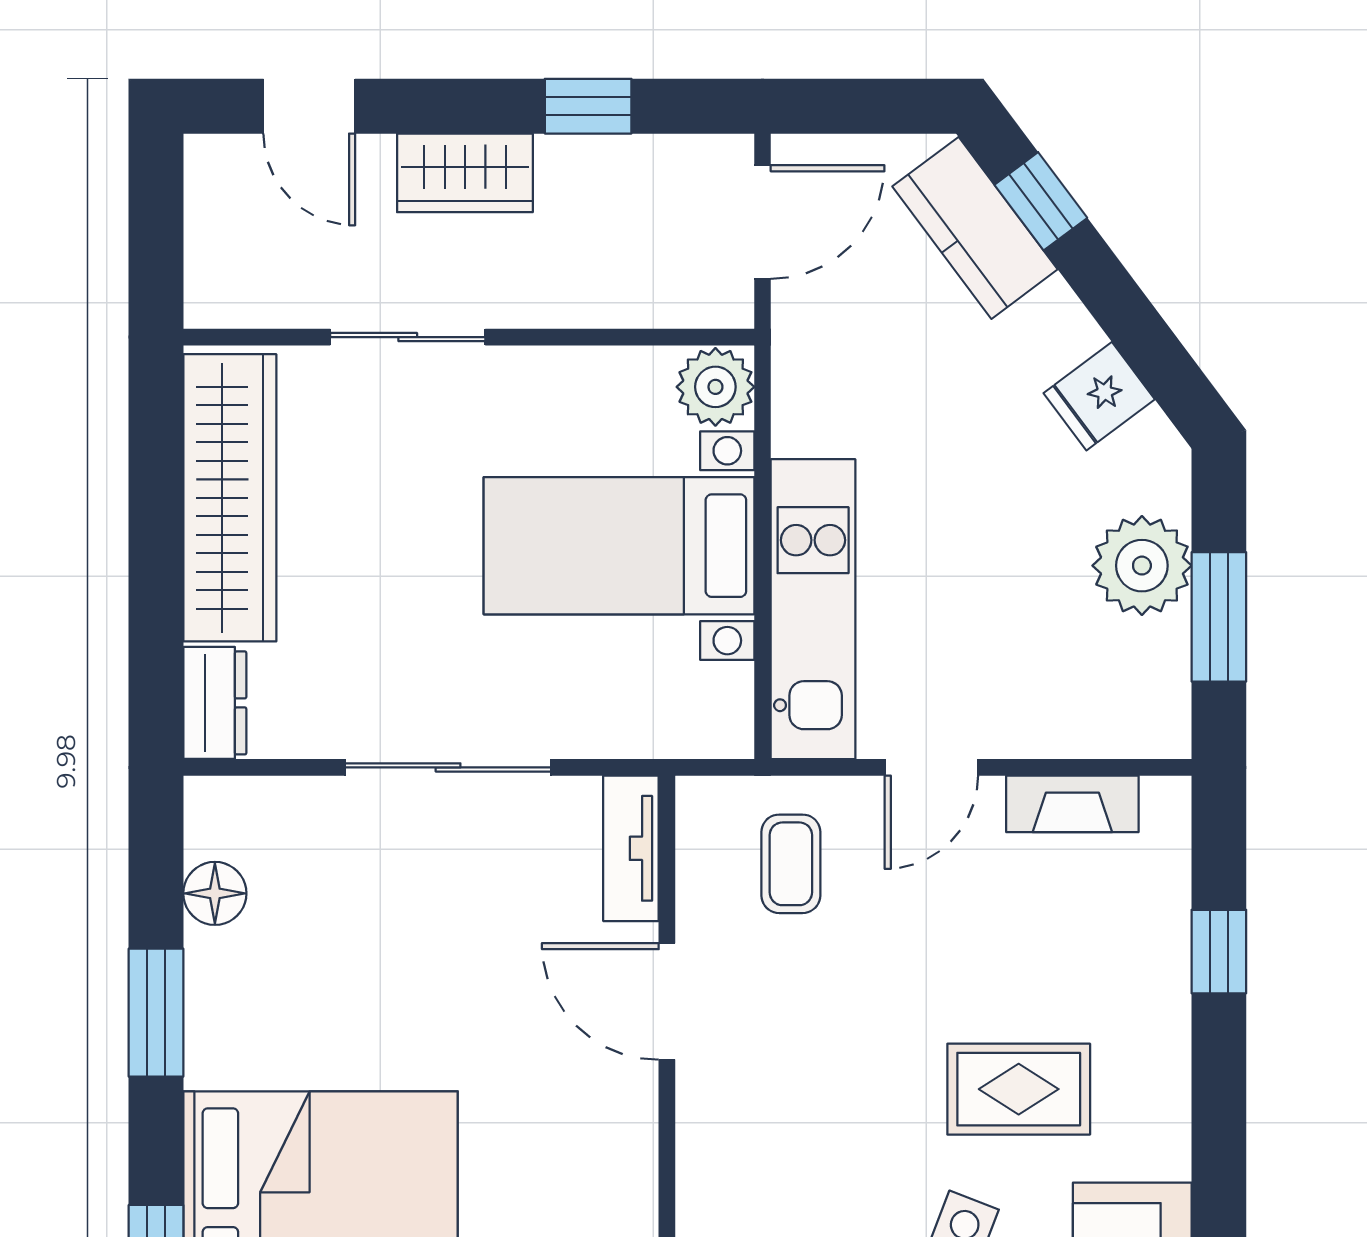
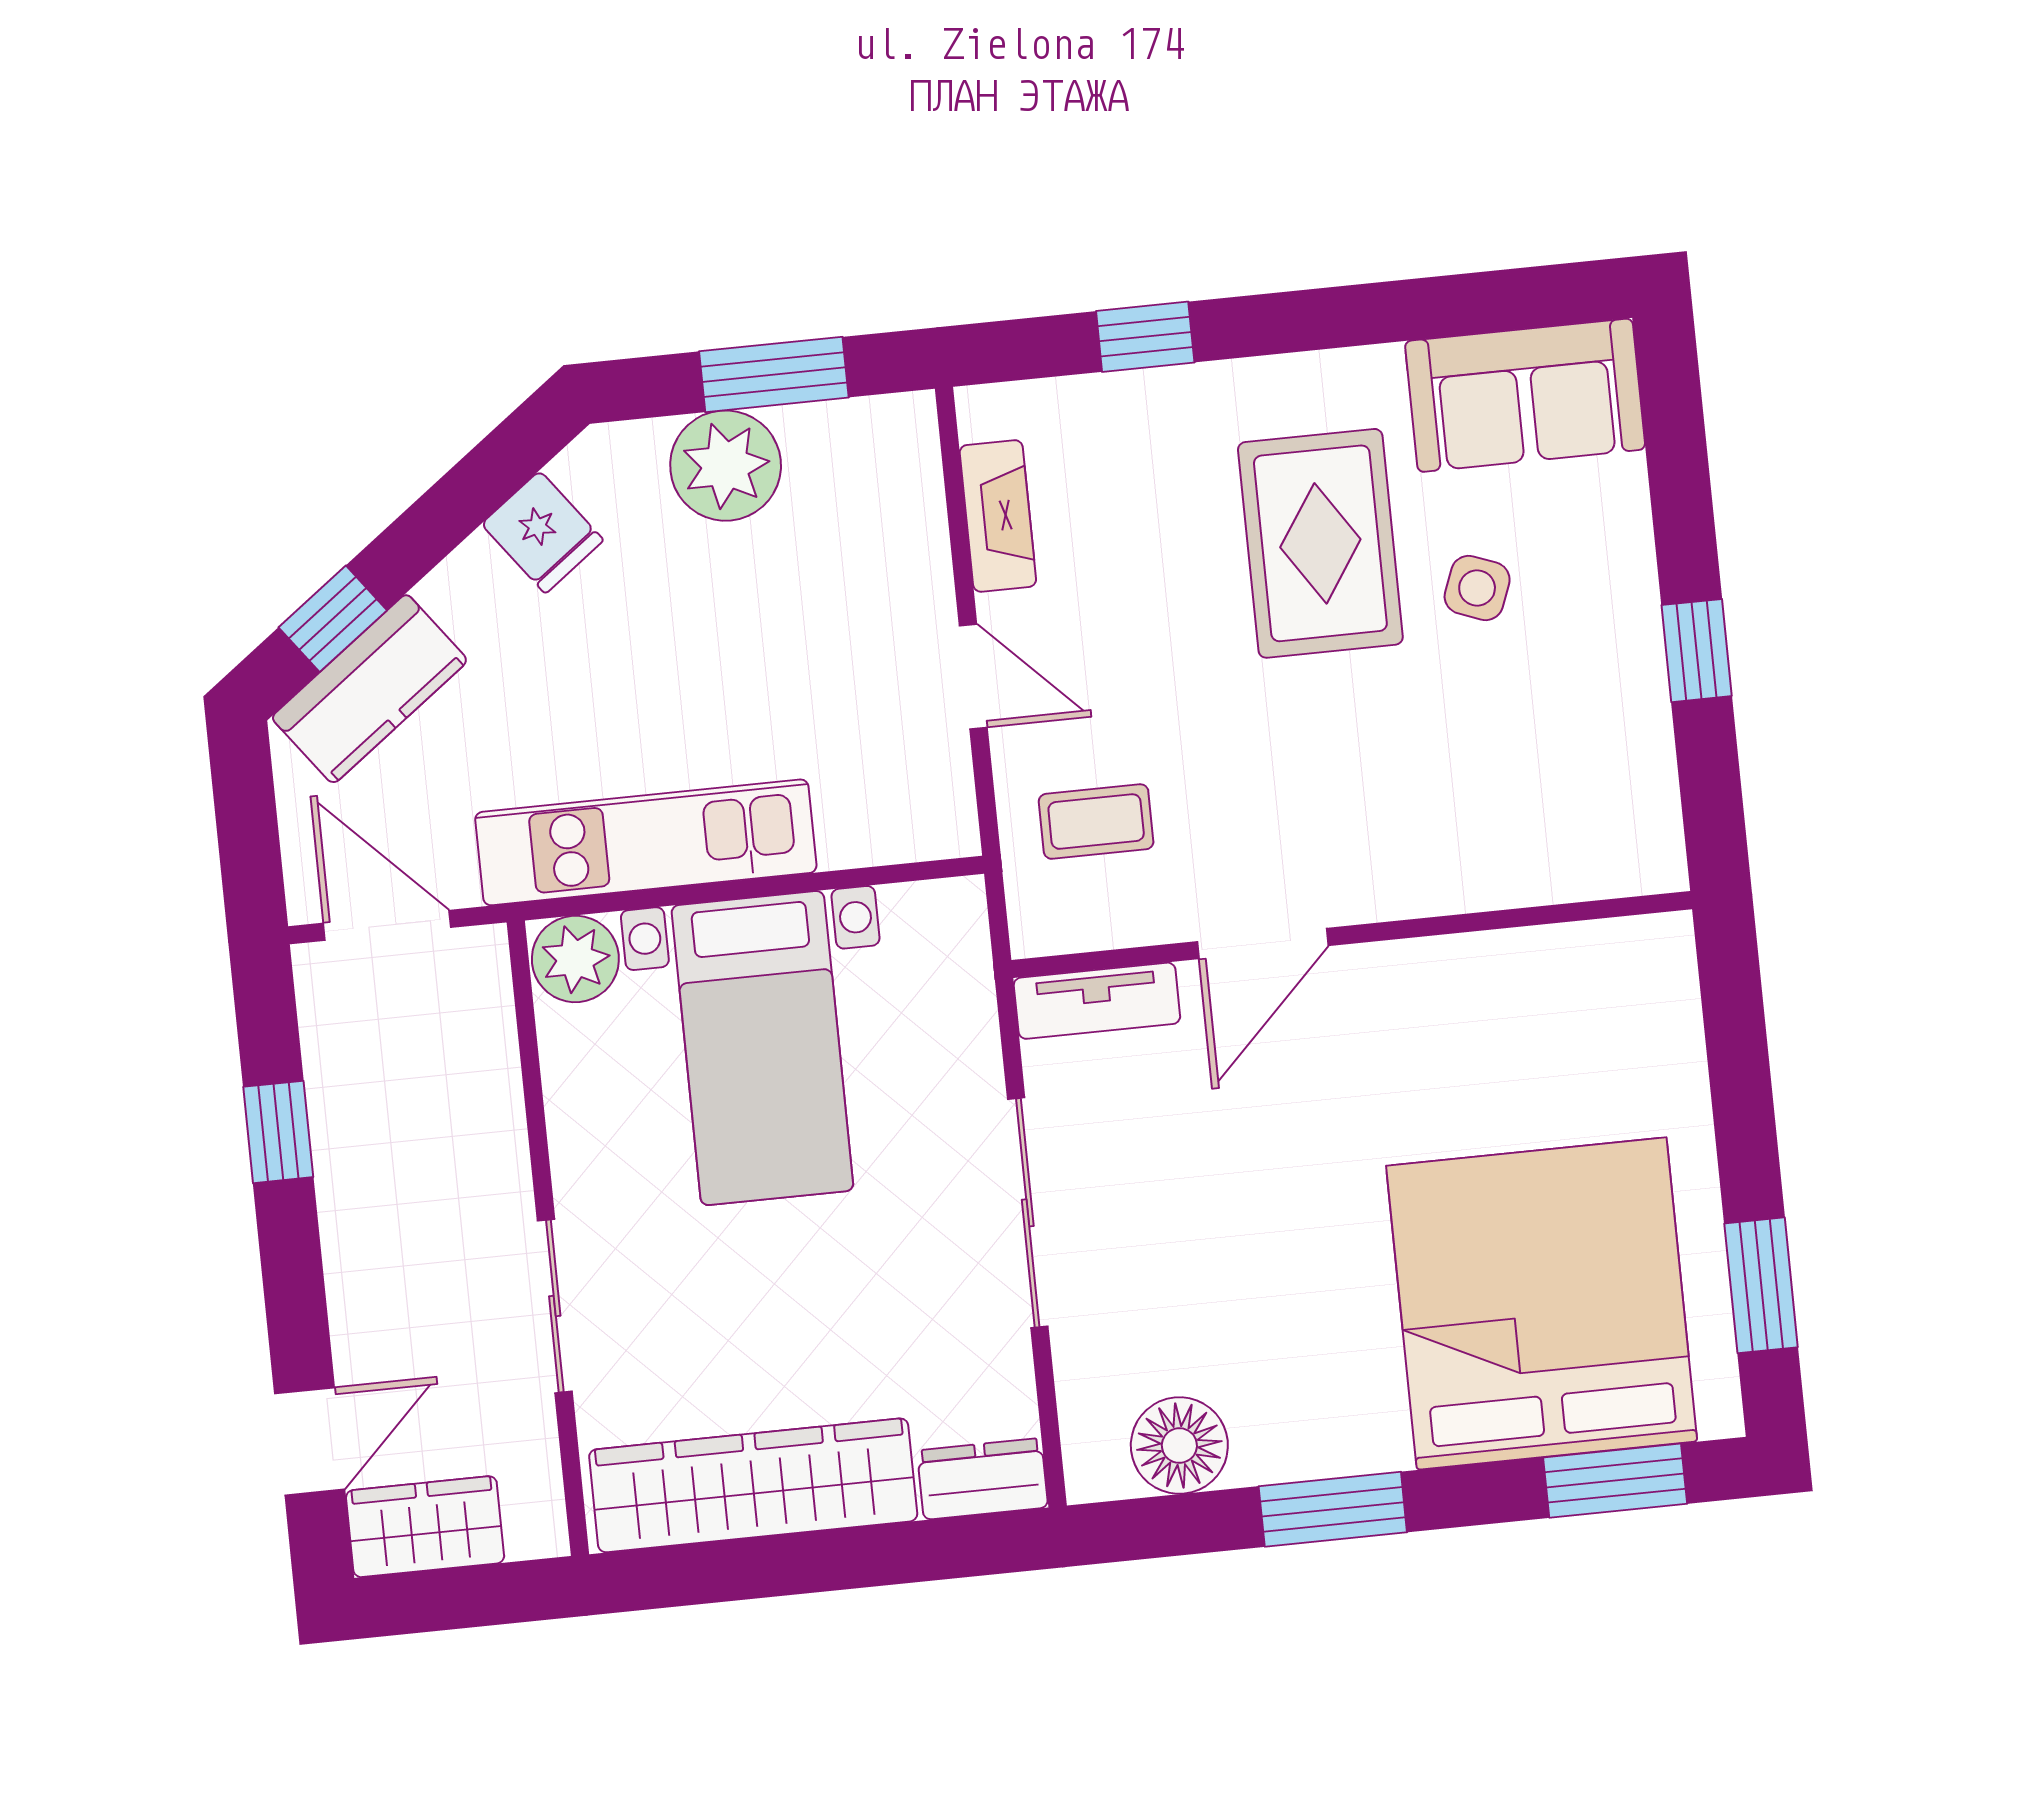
wardrobe: (465, 173) -> (425, 1527), moved, turned -90
kitchen unit: (813, 609) -> (646, 842), moved
floor lamp: (215, 893) -> (1179, 1446), width x1.38, depth x1.38
rug: (1019, 1089) -> (1320, 543), width x1.36, depth x1.43

